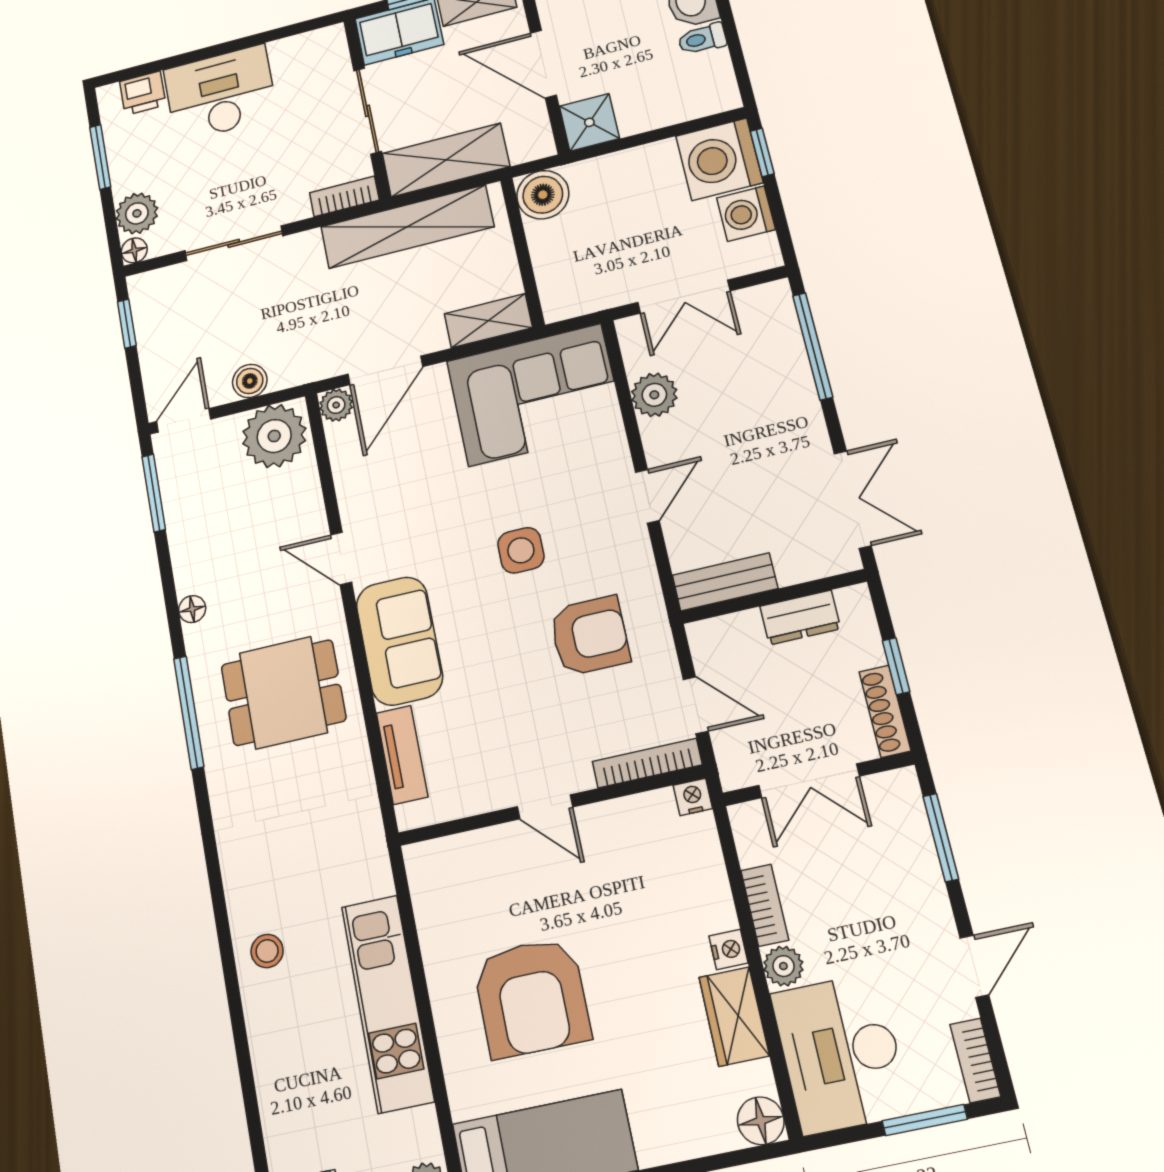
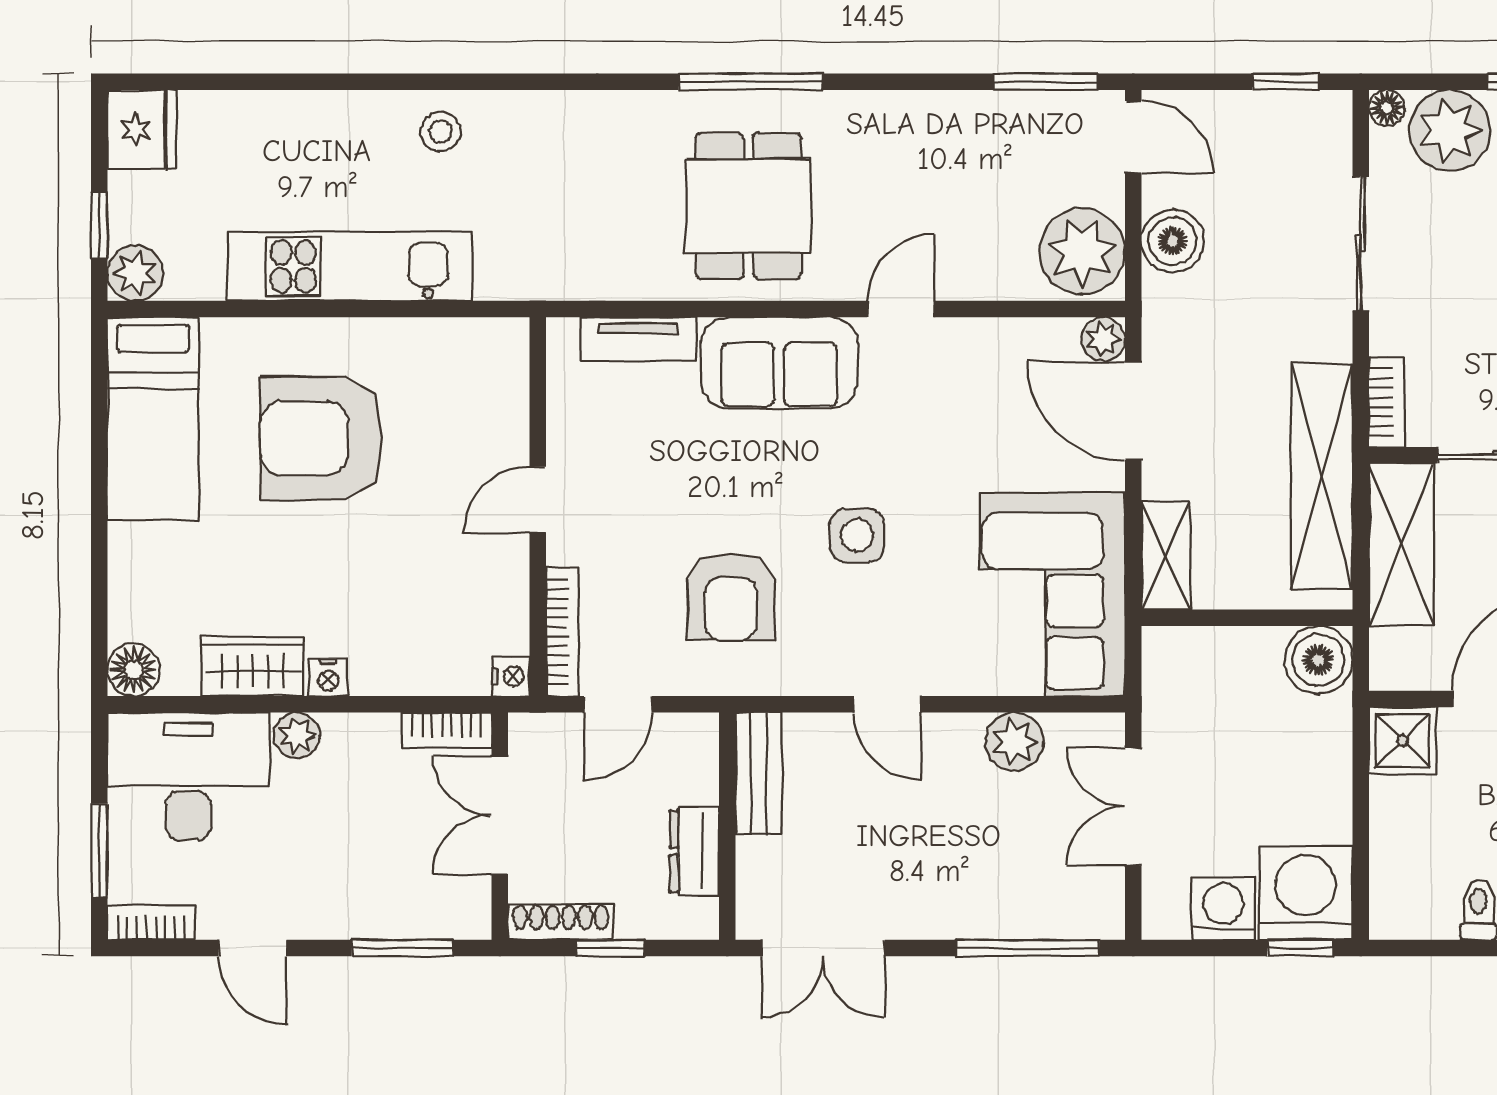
plant: (137, 213) -> (1450, 130), width x1.36, depth x1.36
boiler: (250, 381) -> (1173, 241), width x1.36, depth x1.36
floor lamp: (192, 609) -> (881, 108), removed
bookcase: (765, 905) -> (447, 730), moved

